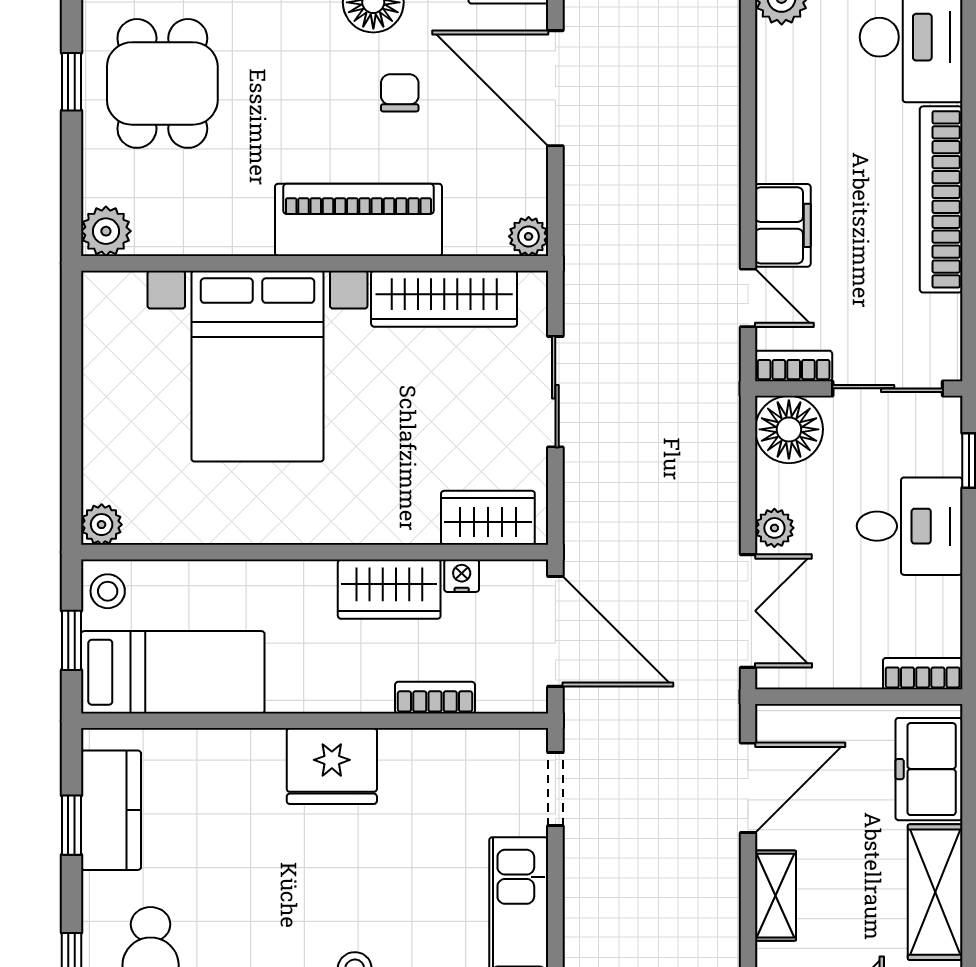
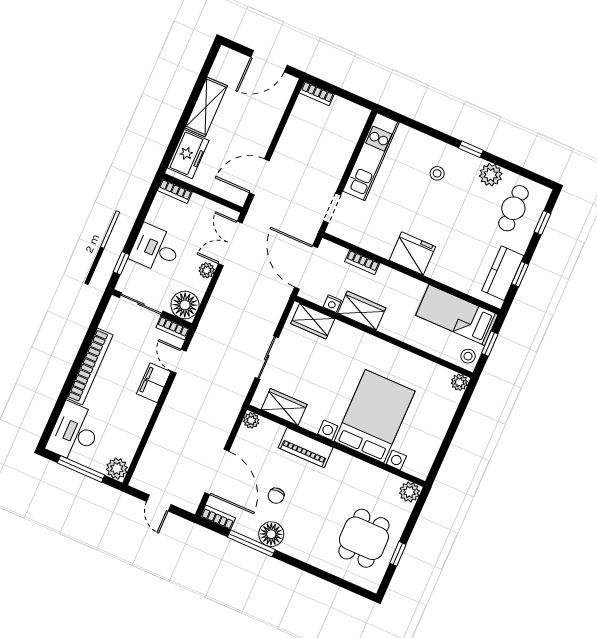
piano: (358, 220) -> (306, 448), width x0.73, depth x0.75
wardrobe: (444, 299) -> (284, 407), width x0.67
shelving: (776, 896) -> (267, 132), removed

